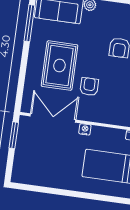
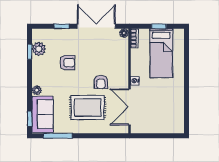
armchair: (89, 87) -> (101, 82), turned -90
window: (14, 135) -> (147, 136), removed

